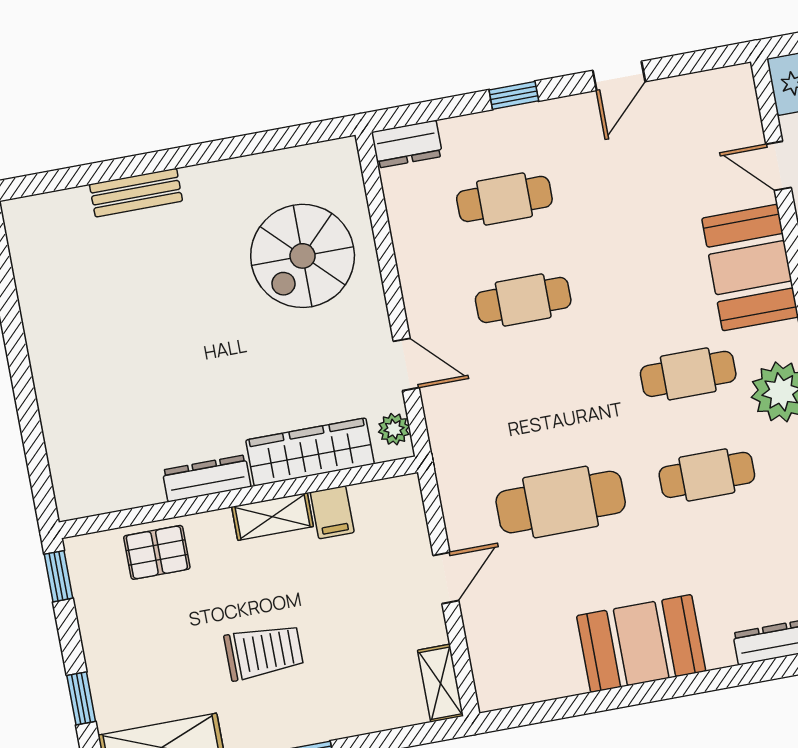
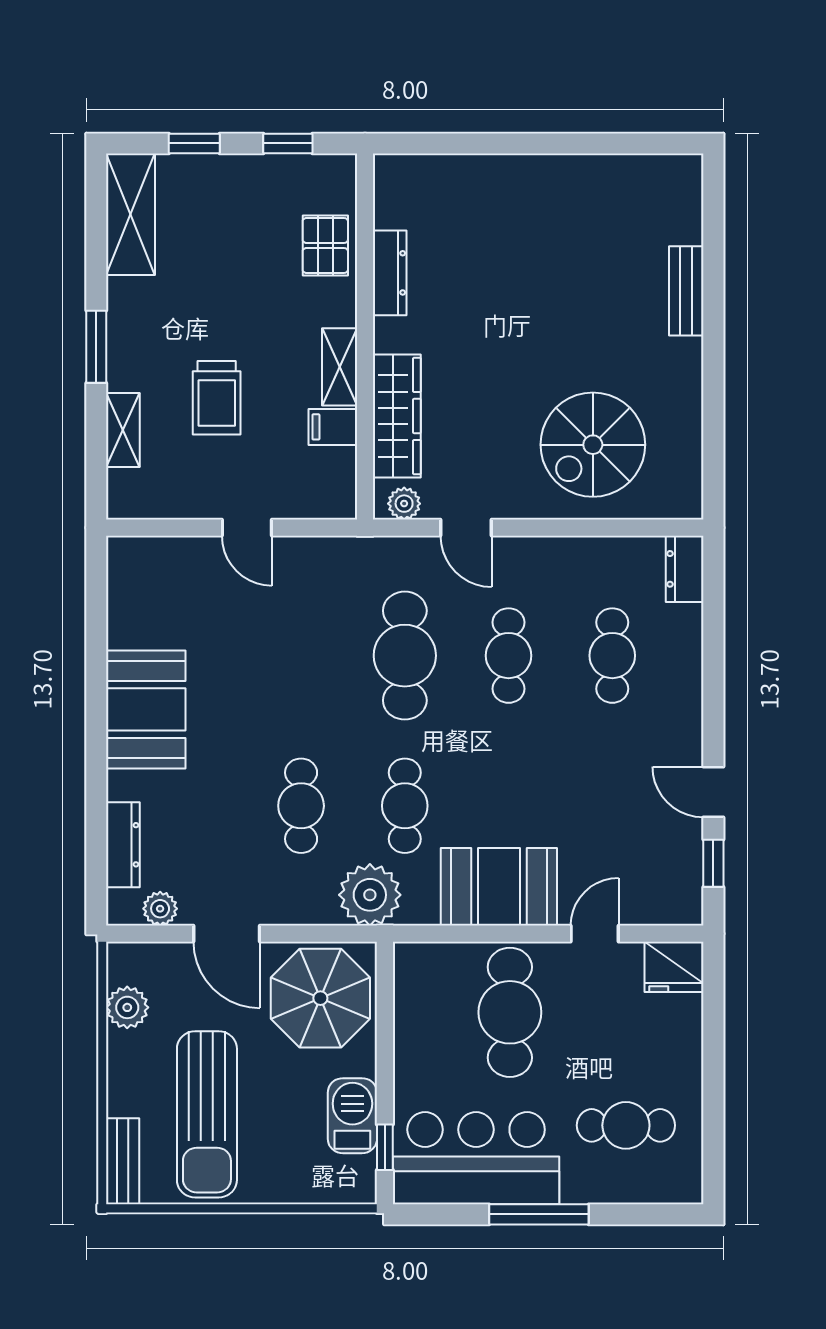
window: (514, 95) -> (713, 863), moved
spiral stairs: (303, 256) -> (593, 445), turned -90
door: (406, 364) -> (466, 528), hinge flipped
dresser: (207, 478) -> (390, 273), moved
cafe table: (561, 502) -> (405, 656), moved
window: (58, 576) -> (288, 143), moved
trolley: (264, 652) -> (217, 398), moved
shelving: (440, 683) -> (123, 430), moved, turned 90

